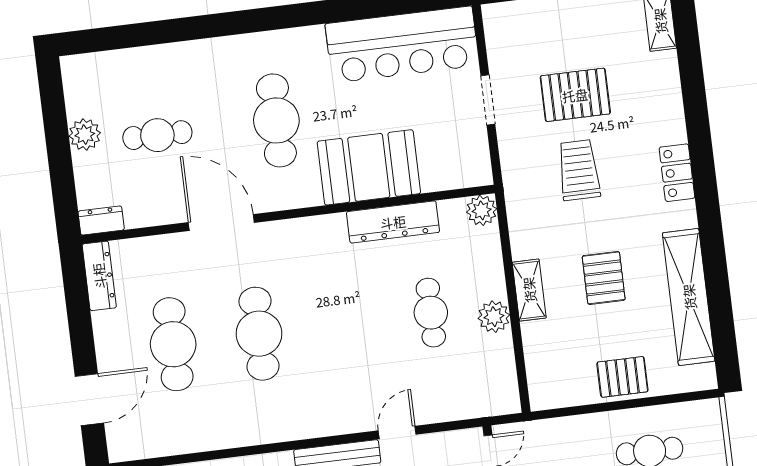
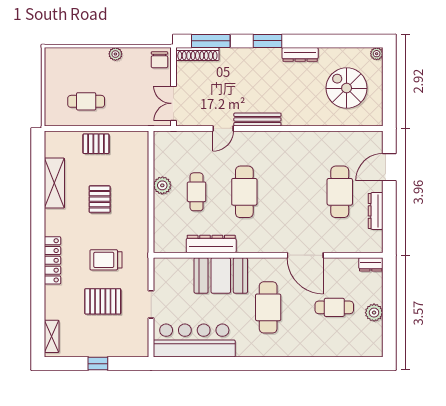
trolley: (579, 170) -> (106, 260), turned 90
locker: (677, 173) -> (52, 260), width x1.53
plant: (482, 210) -> (162, 244), removed
dresser: (99, 276) -> (376, 211), moved
shelving: (529, 290) -> (141, 198), removed
shelving: (689, 297) -> (54, 183), width x0.68
cafe table: (259, 334) -> (244, 192), moved

